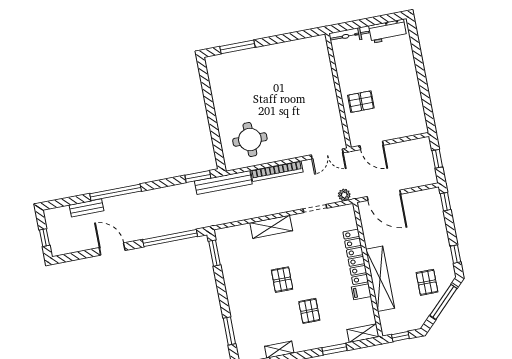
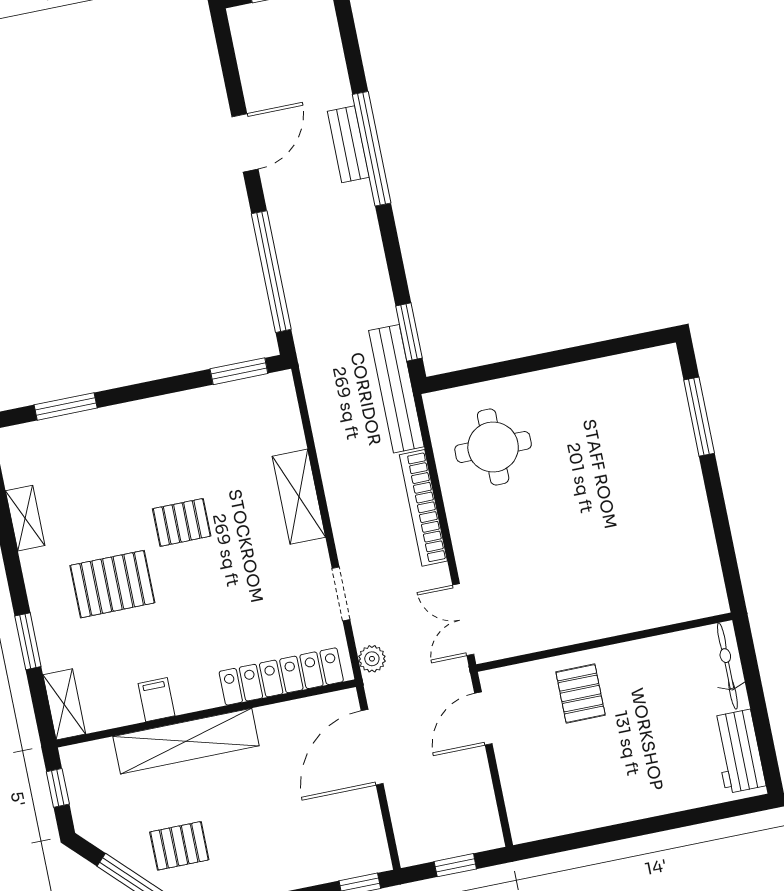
bench: (86, 208) -> (348, 144), moved
locker: (356, 257) -> (281, 676), moved
pallet: (309, 311) -> (112, 584), width x1.50, depth x1.42

